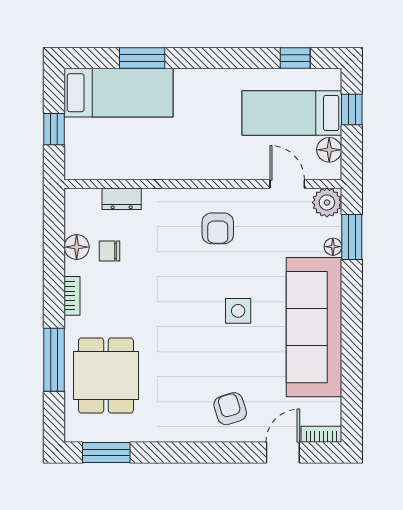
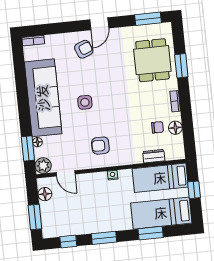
window: (229, 58) -> (104, 238), added
window: (352, 110) -> (35, 217), width x1.50
bed: (292, 113) -> (160, 178), moved, turned 180
nightstand: (201, 172) -> (113, 175), added
armchair: (218, 228) -> (100, 146), turned -90
window: (54, 360) -> (181, 66), width x0.69
armchair: (230, 409) -> (84, 49), turned -94
door: (283, 452) -> (99, 24), moved

